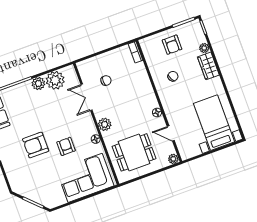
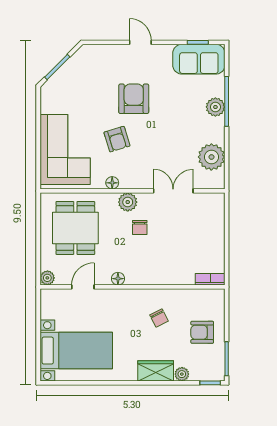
chair: (106, 81) -> (140, 228), moved
plant: (38, 83) -> (215, 107), moved
armchair: (66, 146) -> (117, 139), turned 73

